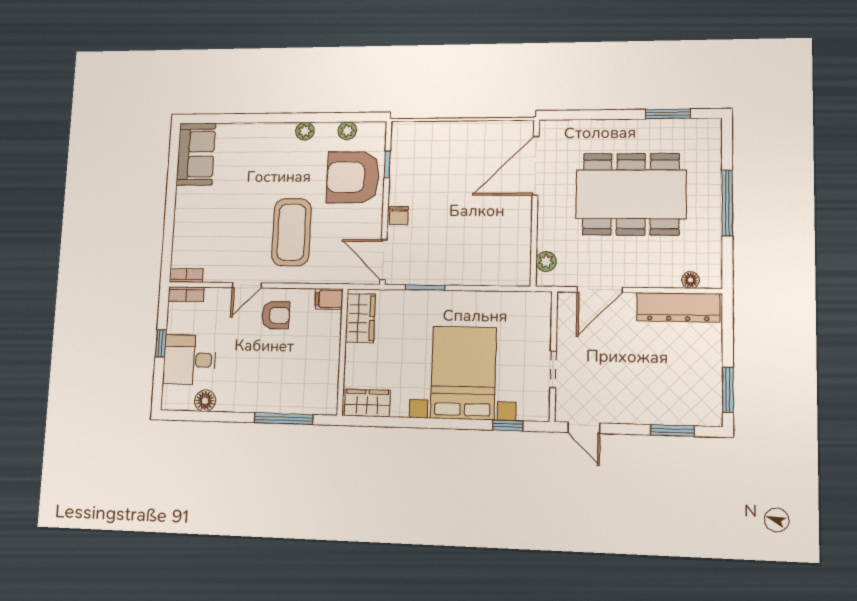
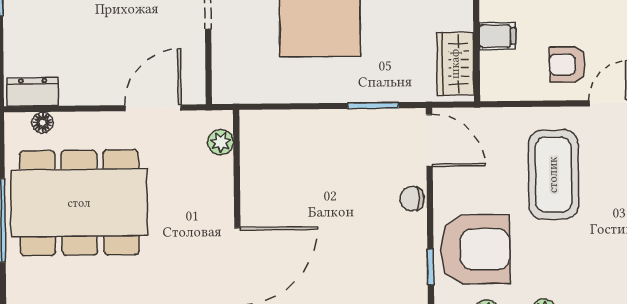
dining table: (631, 194) -> (79, 203), moved
chair: (399, 216) -> (412, 199), turned -90
filing cabinet: (329, 299) -> (497, 36), moved
dresser: (678, 307) -> (33, 92), width x0.51, depth x0.80

